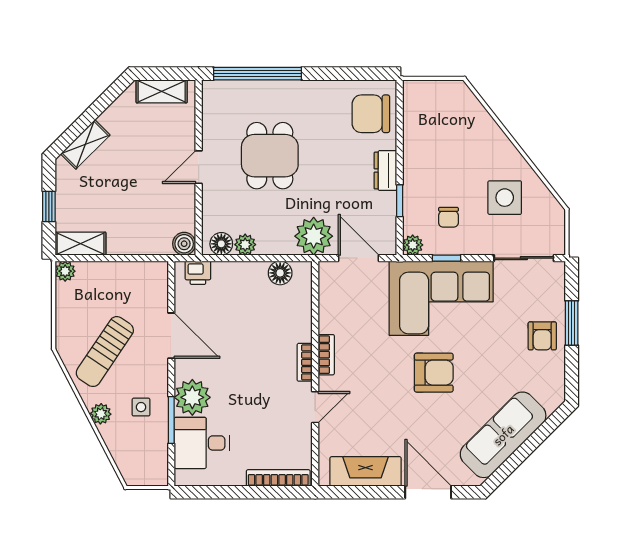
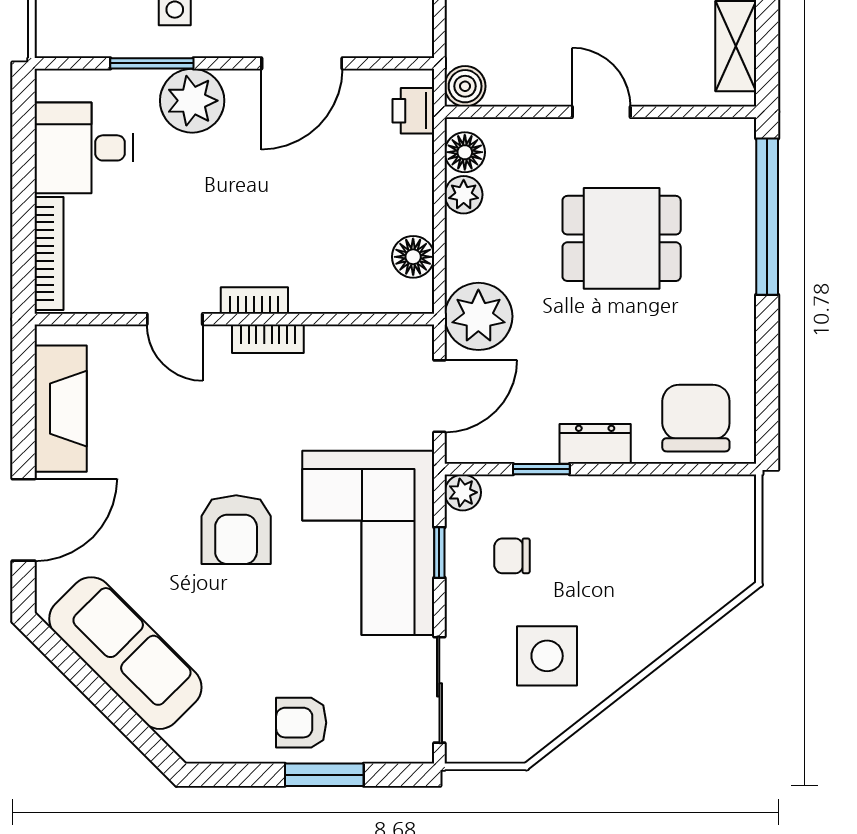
desk: (202, 443) -> (84, 148), moved, turned -90

